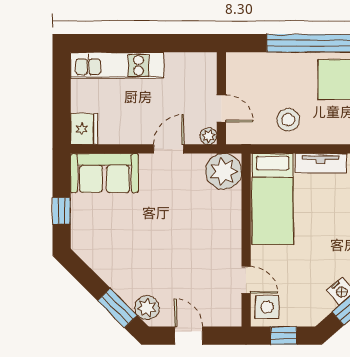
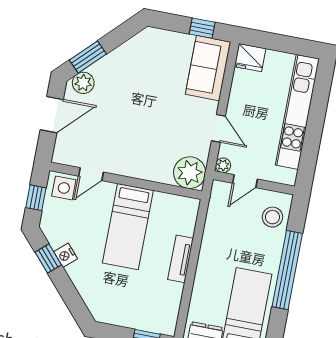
kitchen unit: (117, 65) -> (297, 112), width x1.36
stool: (288, 120) -> (272, 217), moved
bed: (273, 199) -> (128, 227), moved, turned -90
window: (62, 211) -> (202, 28), moved
door: (189, 336) -> (52, 115), width x1.38

